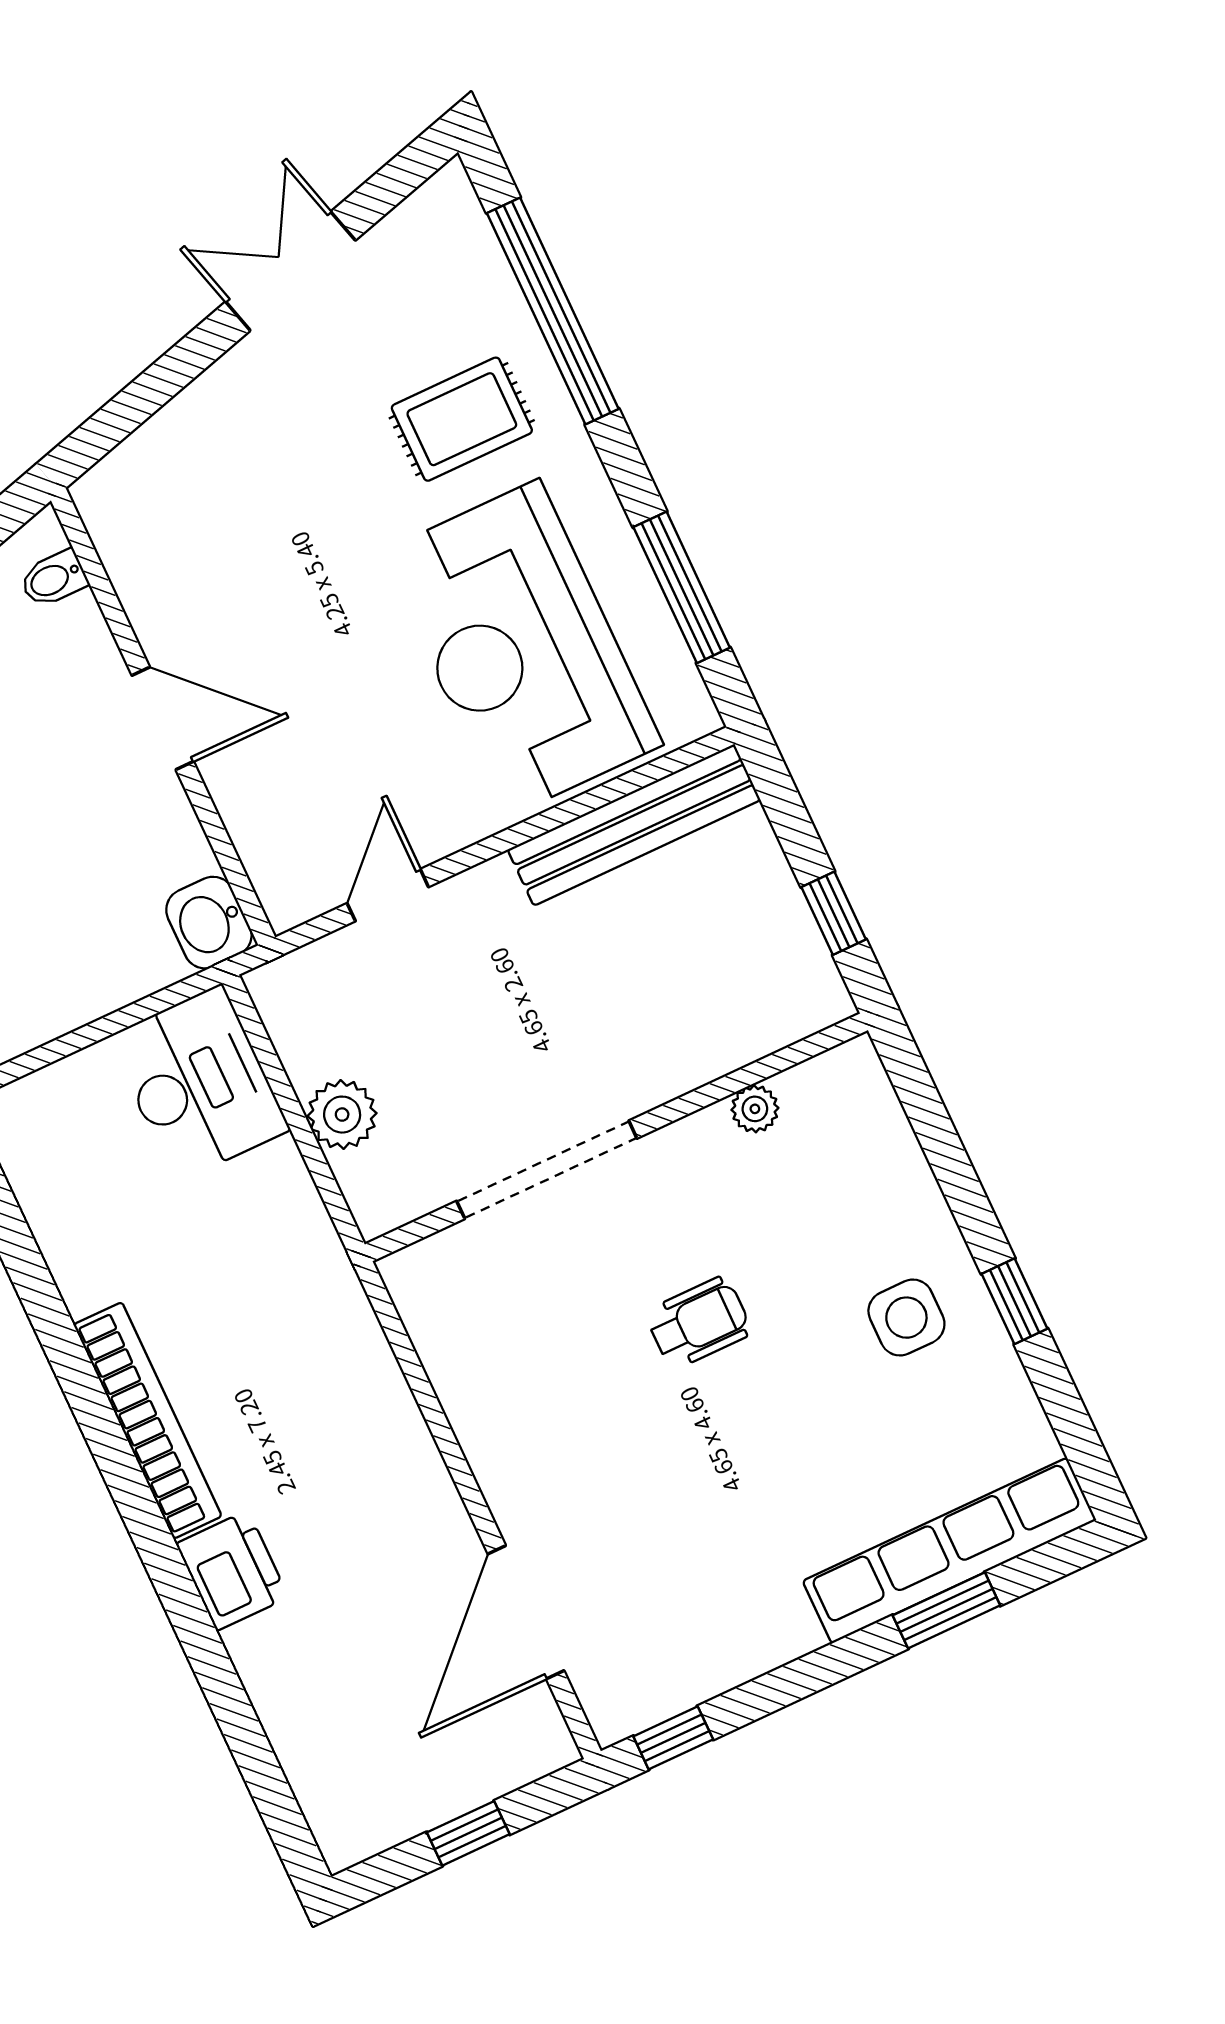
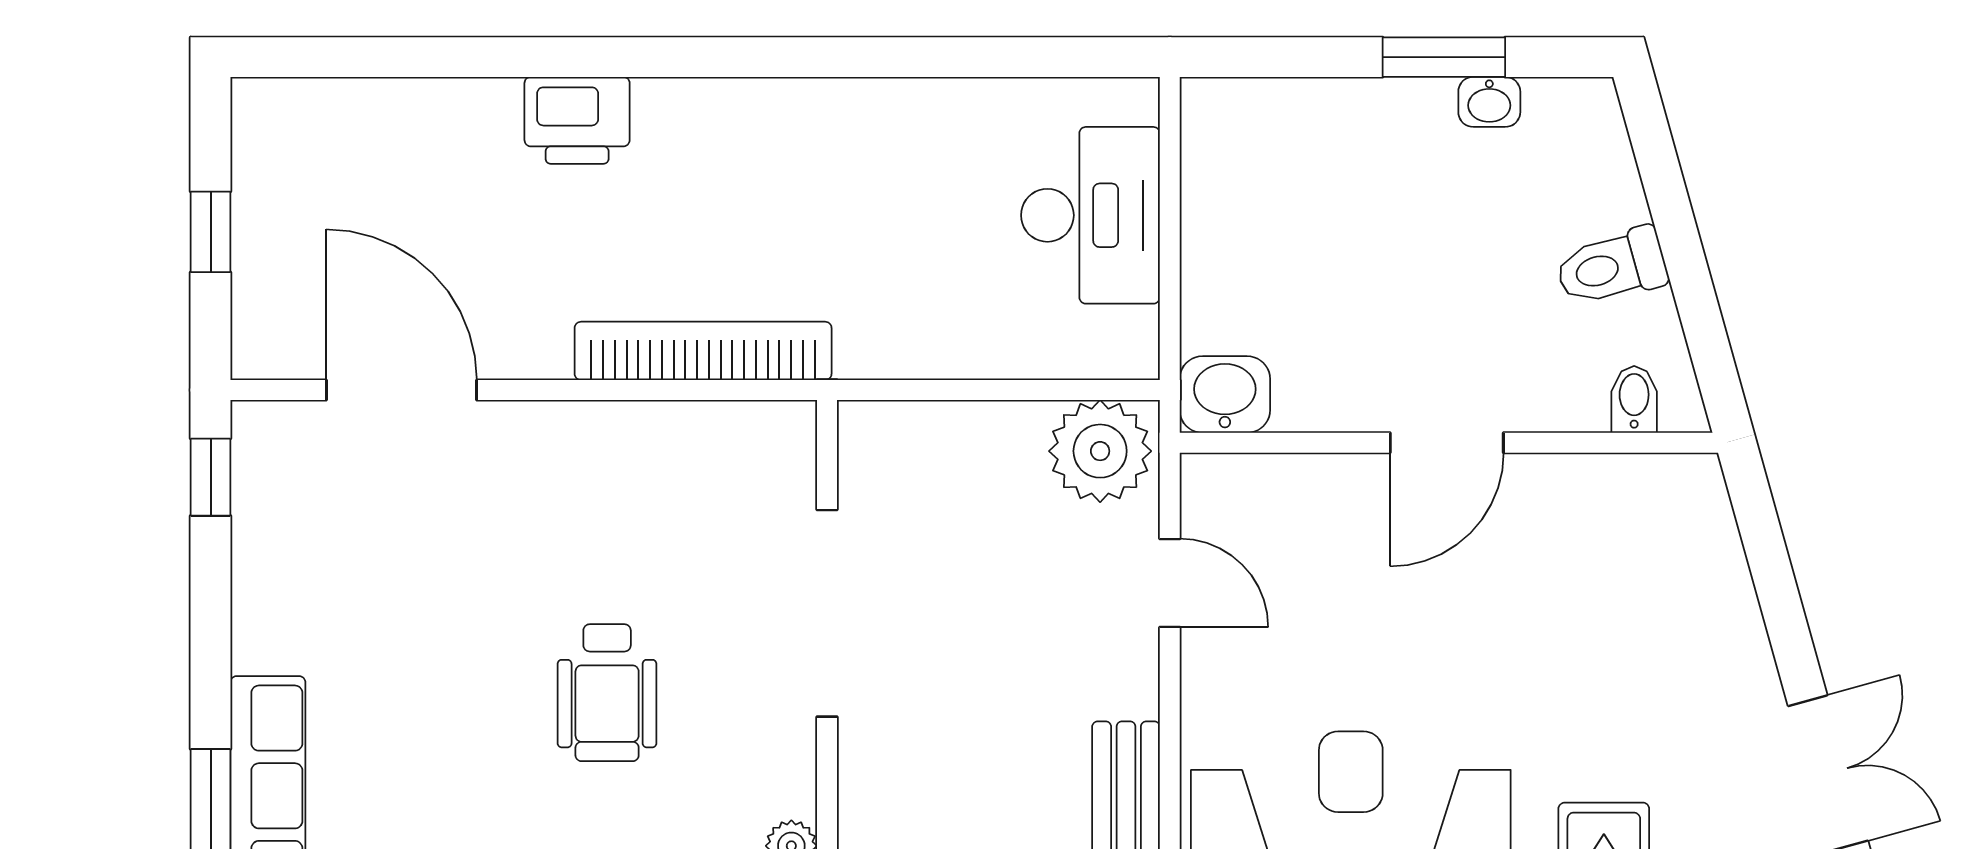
desk: (199, 1083) -> (1090, 215), moved, turned -90
plant: (342, 1115) -> (1100, 451), moved, width x1.36, depth x1.36
wheelchair: (699, 1323) -> (607, 693), width x1.36, depth x1.37
bookcase: (148, 1420) -> (703, 351), moved, turned 180

